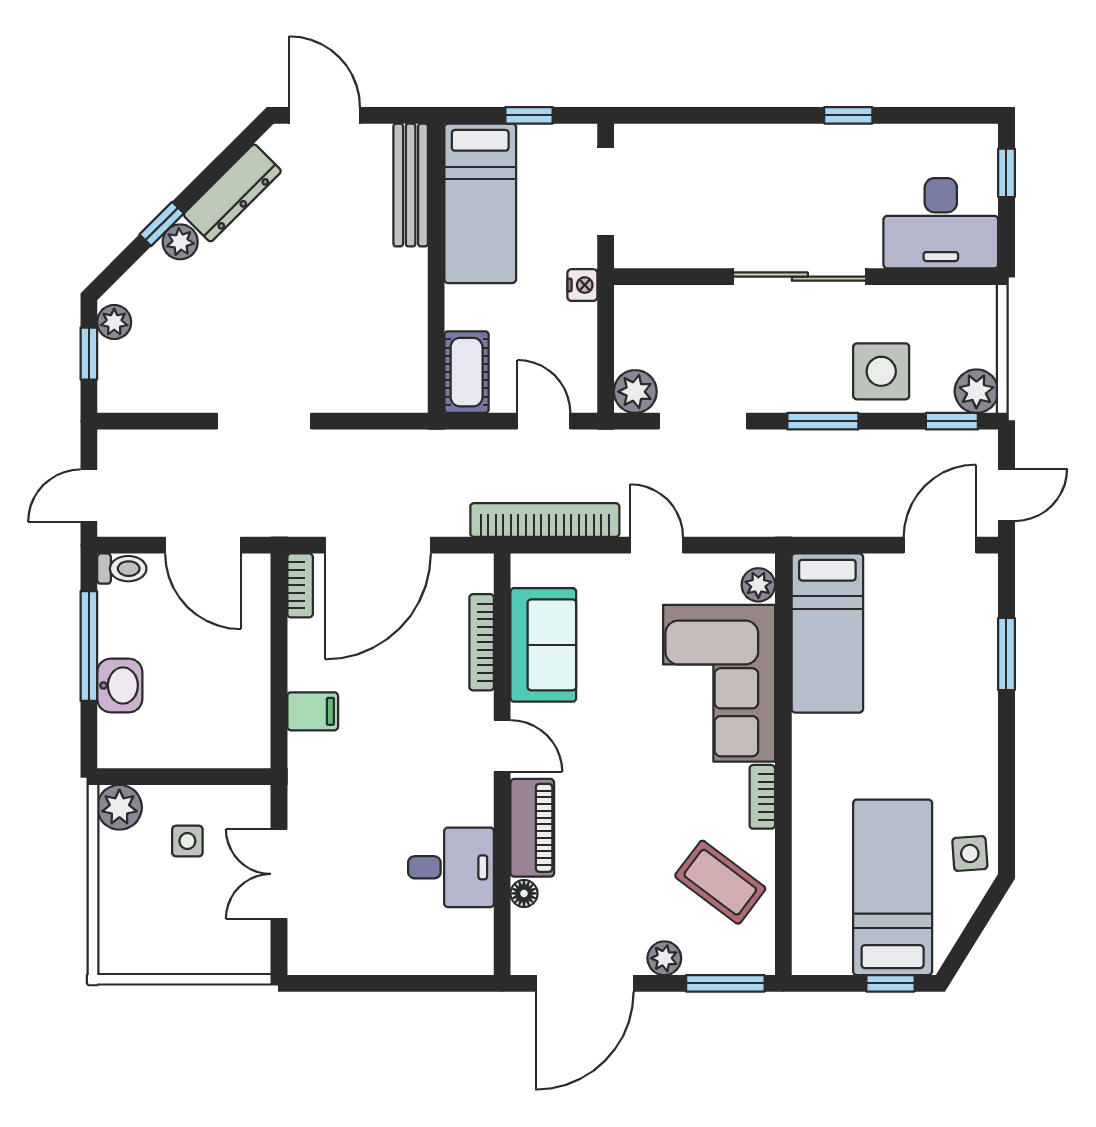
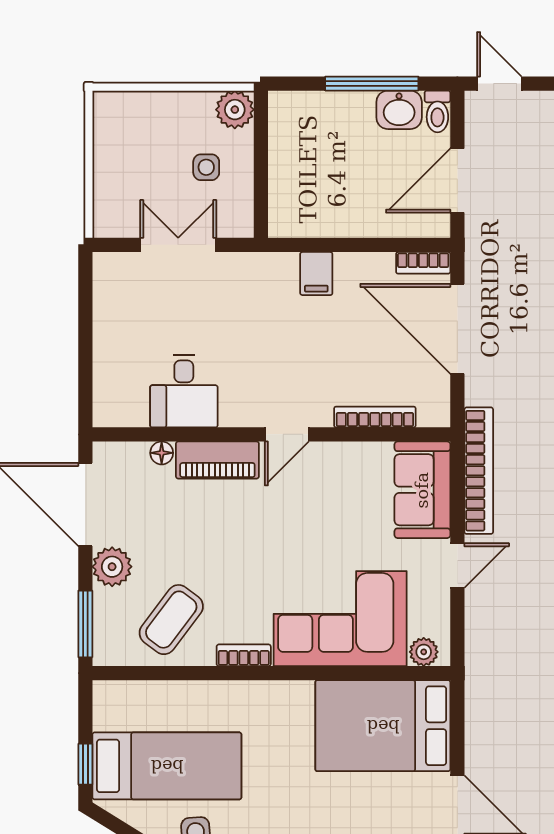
bed: (827, 633) -> (383, 726), width x1.50
sofa: (543, 645) -> (422, 490), moved, turned 90
washbasin: (120, 685) -> (399, 110), moved
plant: (664, 958) -> (112, 567), width x1.38, depth x1.38

